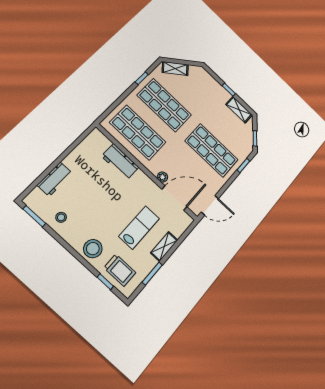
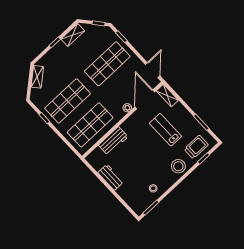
shelving: (175, 68) -> (37, 77), moved
workbench: (55, 179) -> (111, 177), moved
shelving: (164, 246) -> (167, 96), moved

